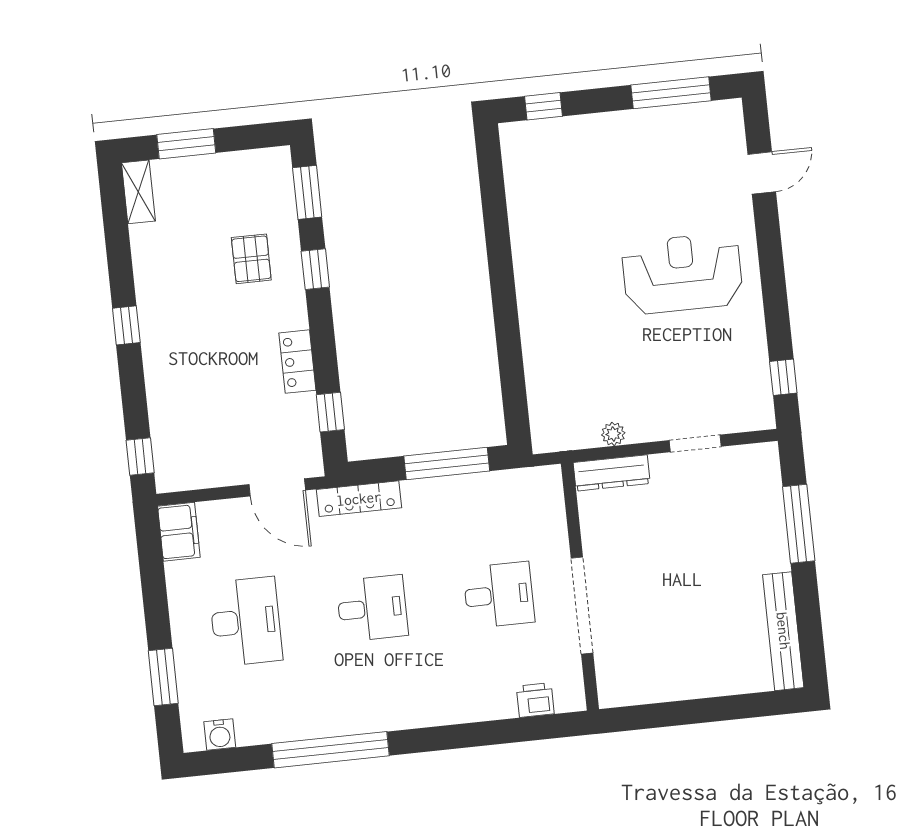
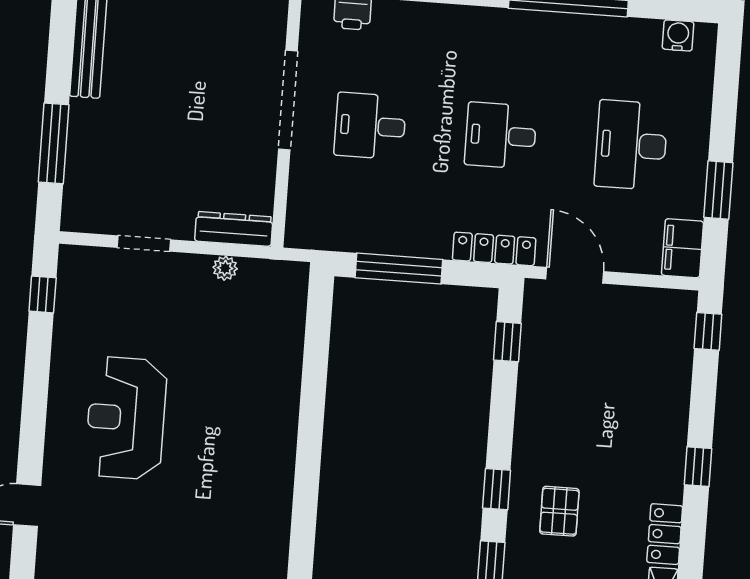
reception desk: (682, 273) -> (126, 418), turned 90
locker: (297, 362) -> (665, 534), moved, turned 180
window: (163, 677) -> (718, 190), moved

